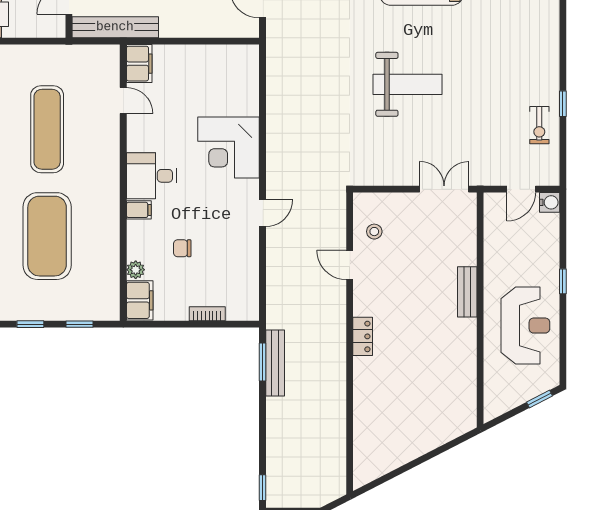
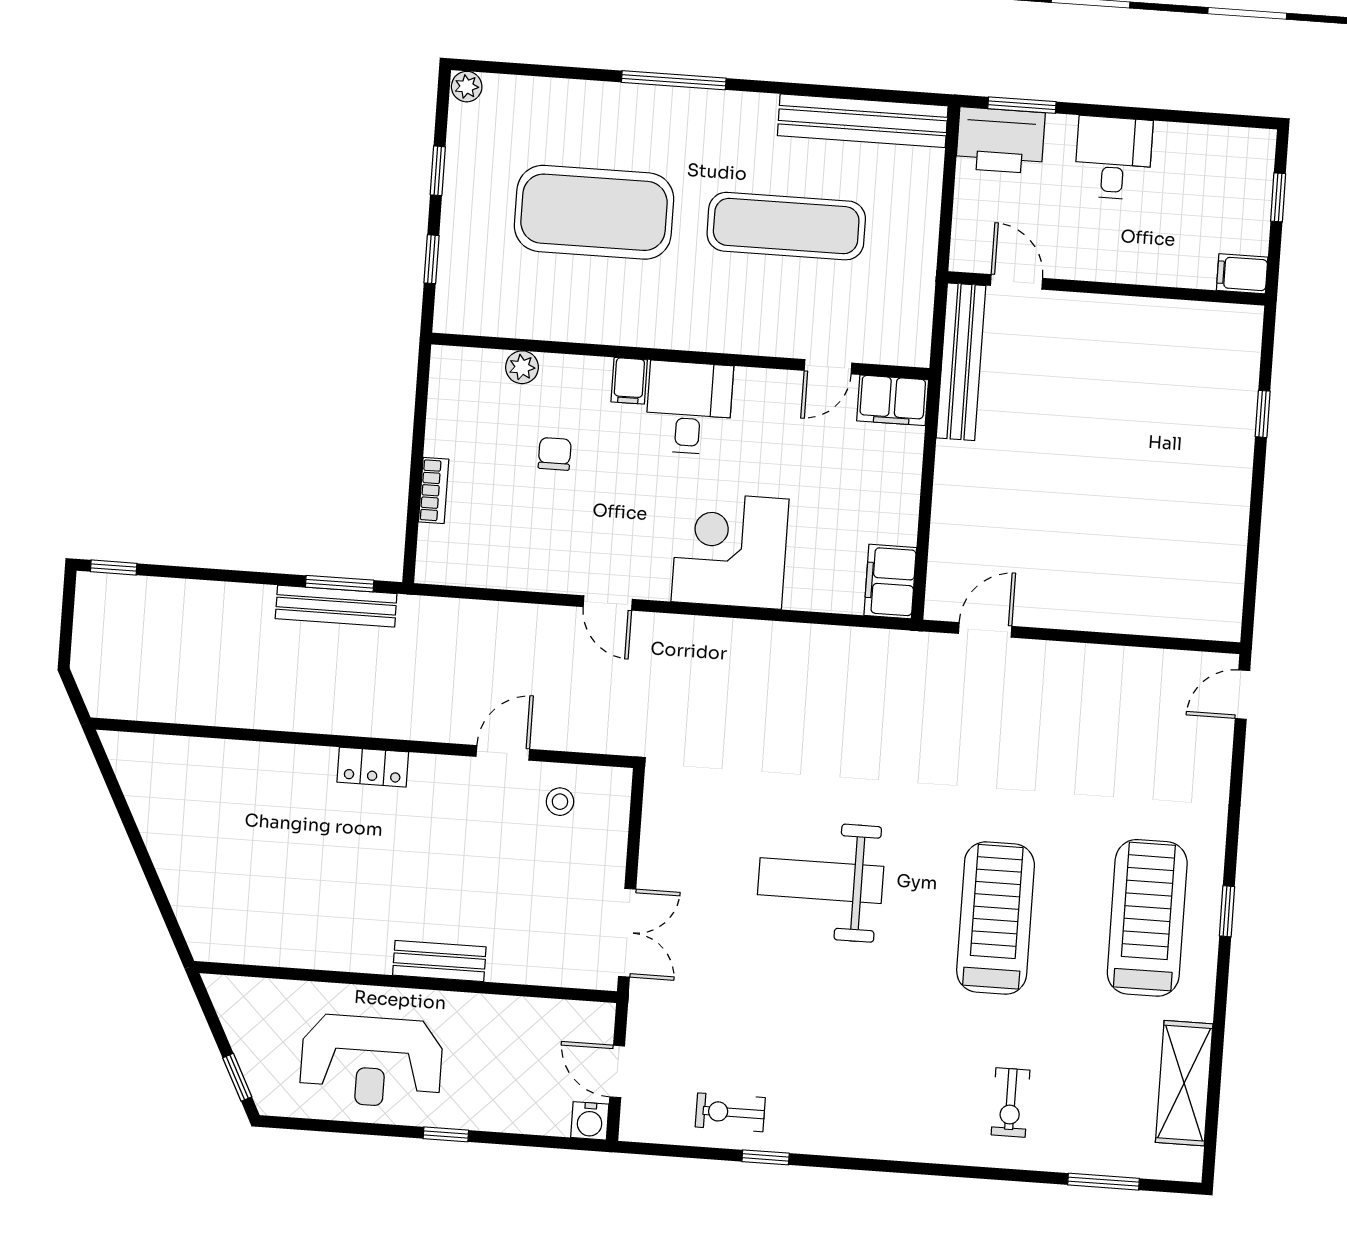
weight bench: (408, 84) -> (821, 881), turned 90
filing cabinet: (140, 300) -> (890, 581), moved, turned 90

